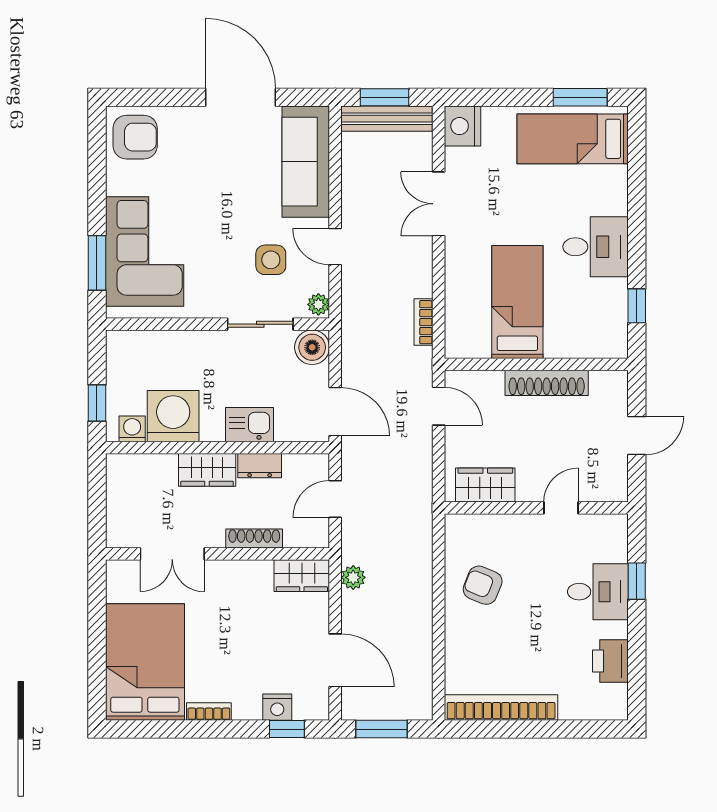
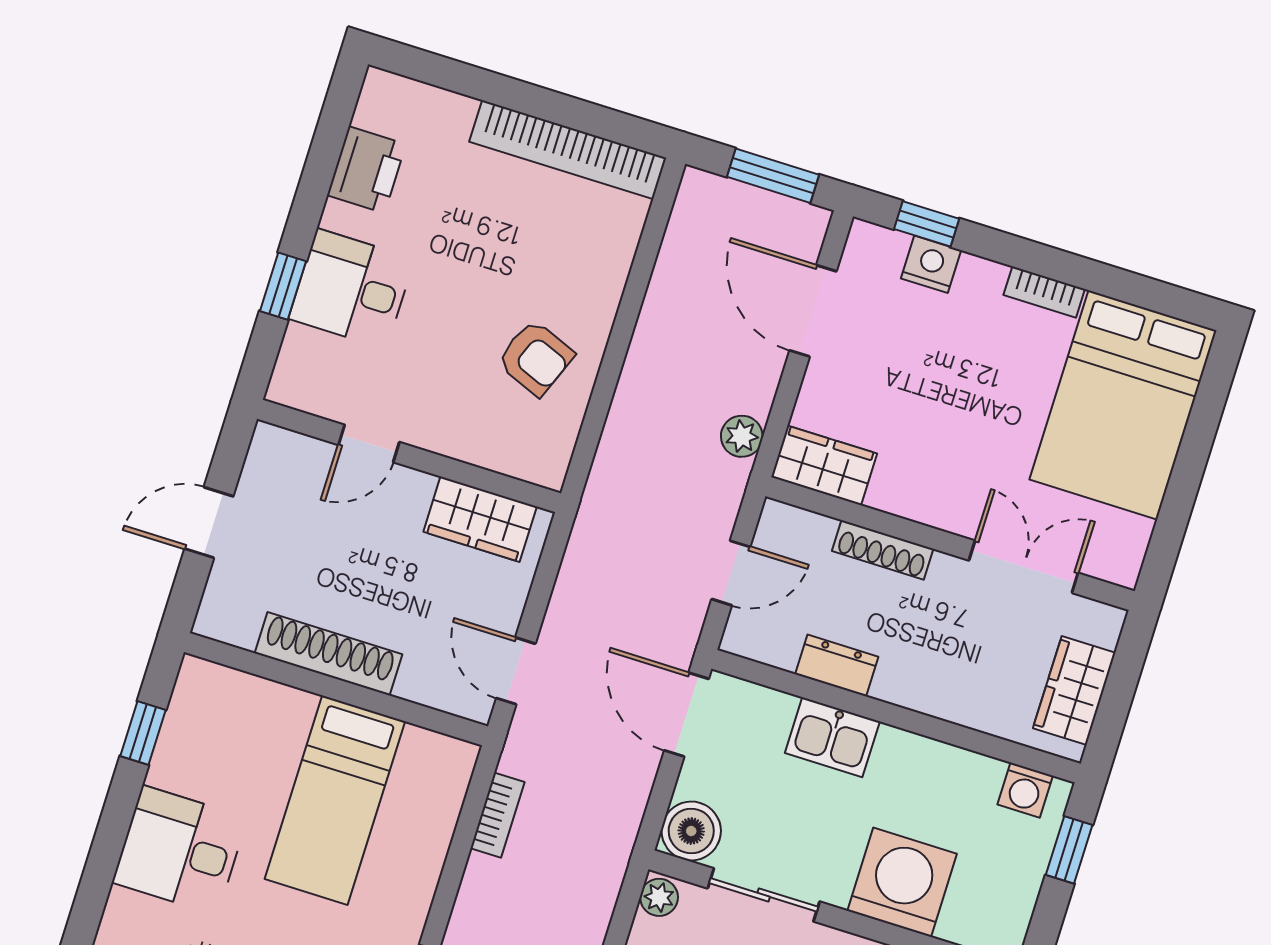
washing machine: (173, 416) -> (902, 882), moved, turned 180
wardrobe: (207, 470) -> (1074, 690), moved, turned -90

